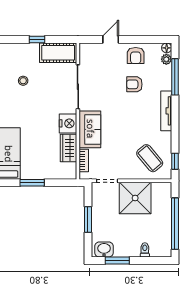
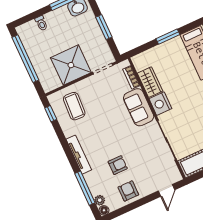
door: (111, 40) -> (166, 190), moved
coffee table: (150, 158) -> (74, 106), turned 43

